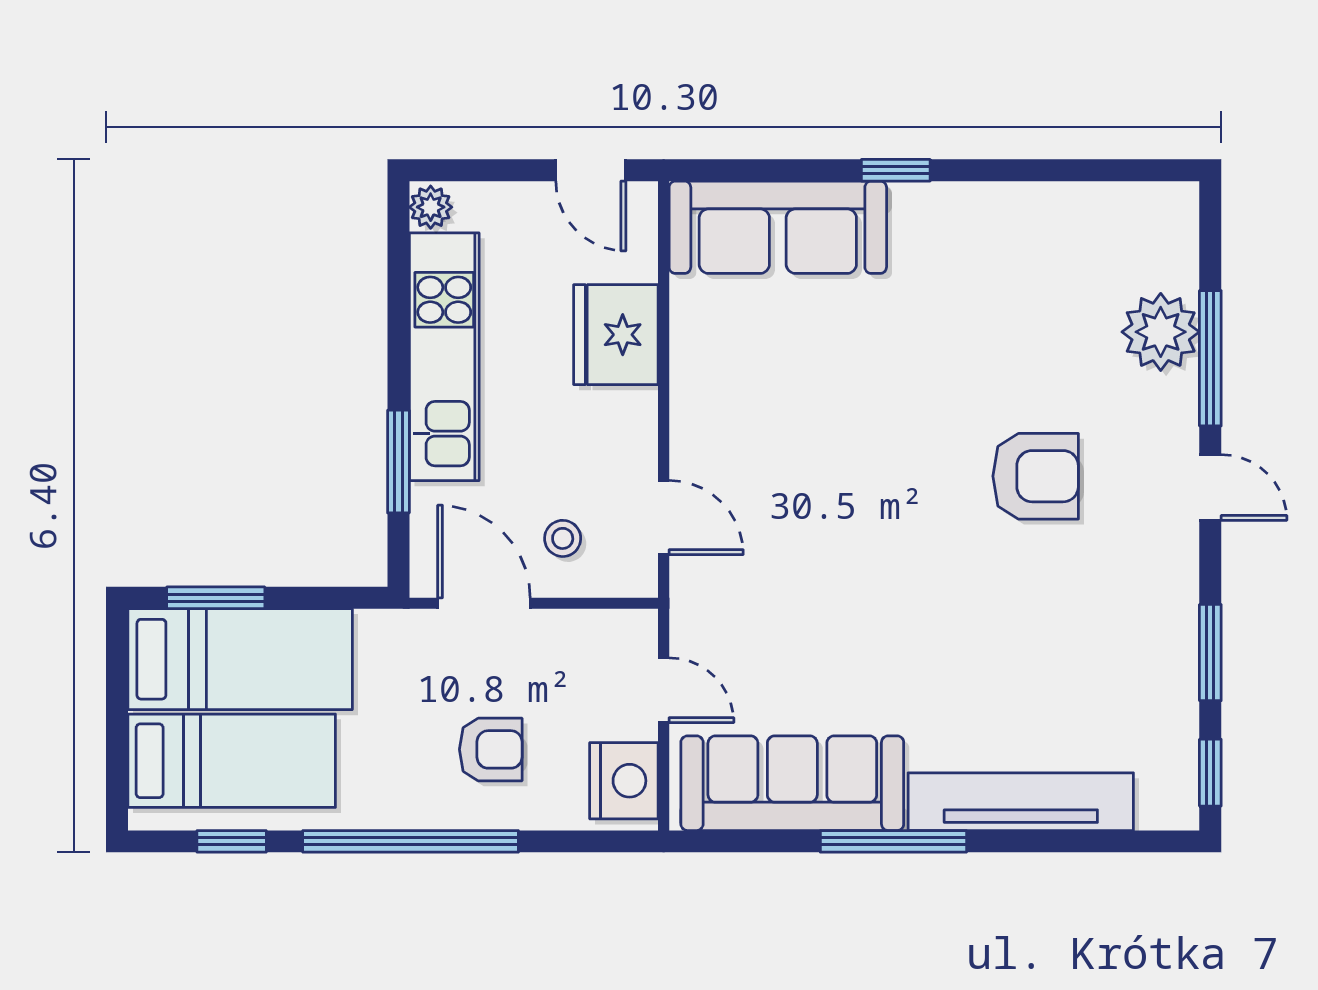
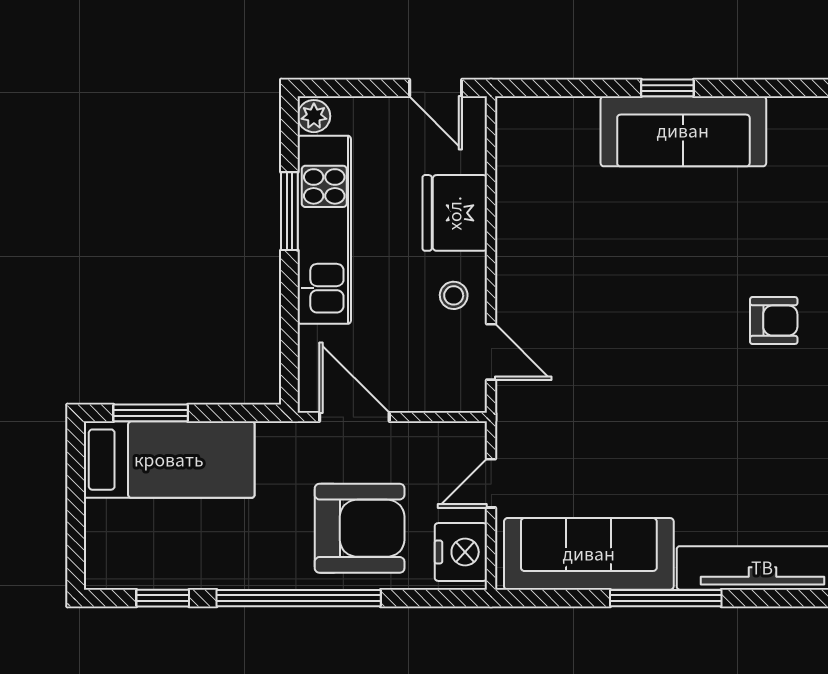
sofa: (778, 227) -> (683, 131), moved
window: (398, 462) -> (289, 211), moved
armchair: (1036, 476) -> (774, 321), width x0.72, depth x0.72
stool: (563, 538) -> (454, 295), moved
door: (664, 690) -> (491, 483), swing flipped
armchair: (491, 749) -> (360, 528), width x1.88, depth x1.88
bed: (232, 761) -> (163, 537), removed

